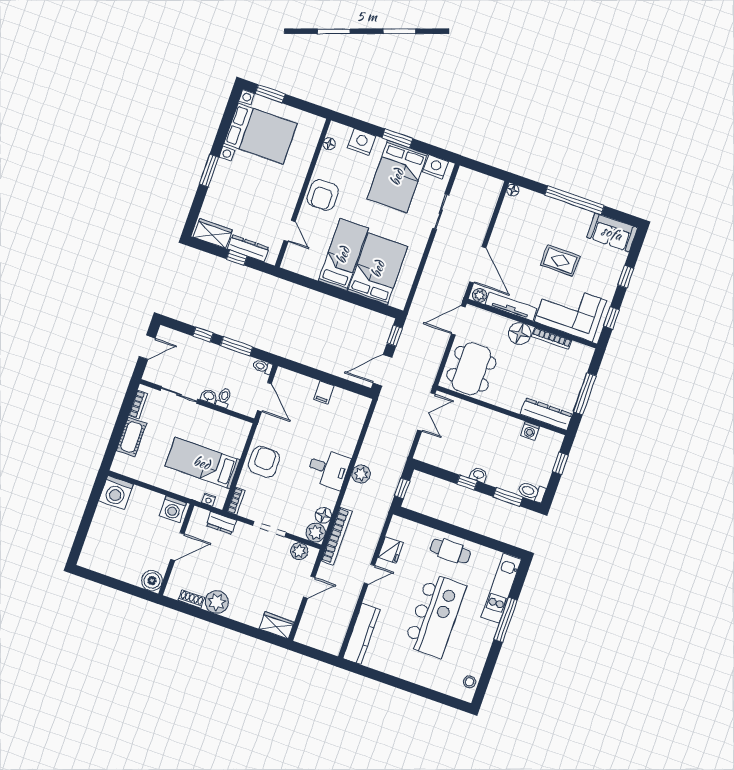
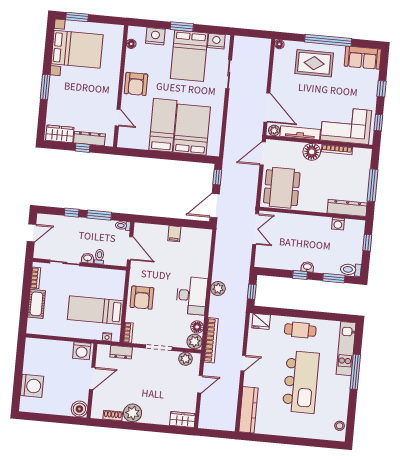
rug: (560, 261) -> (314, 63), moved, width x1.36, depth x1.43
armchair: (264, 462) -> (142, 298), turned 180
desk: (328, 469) -> (192, 296), width x1.37
washing machine: (116, 492) -> (32, 386), moved, turned -90
fridge: (391, 550) -> (261, 321), moved, turned 90

